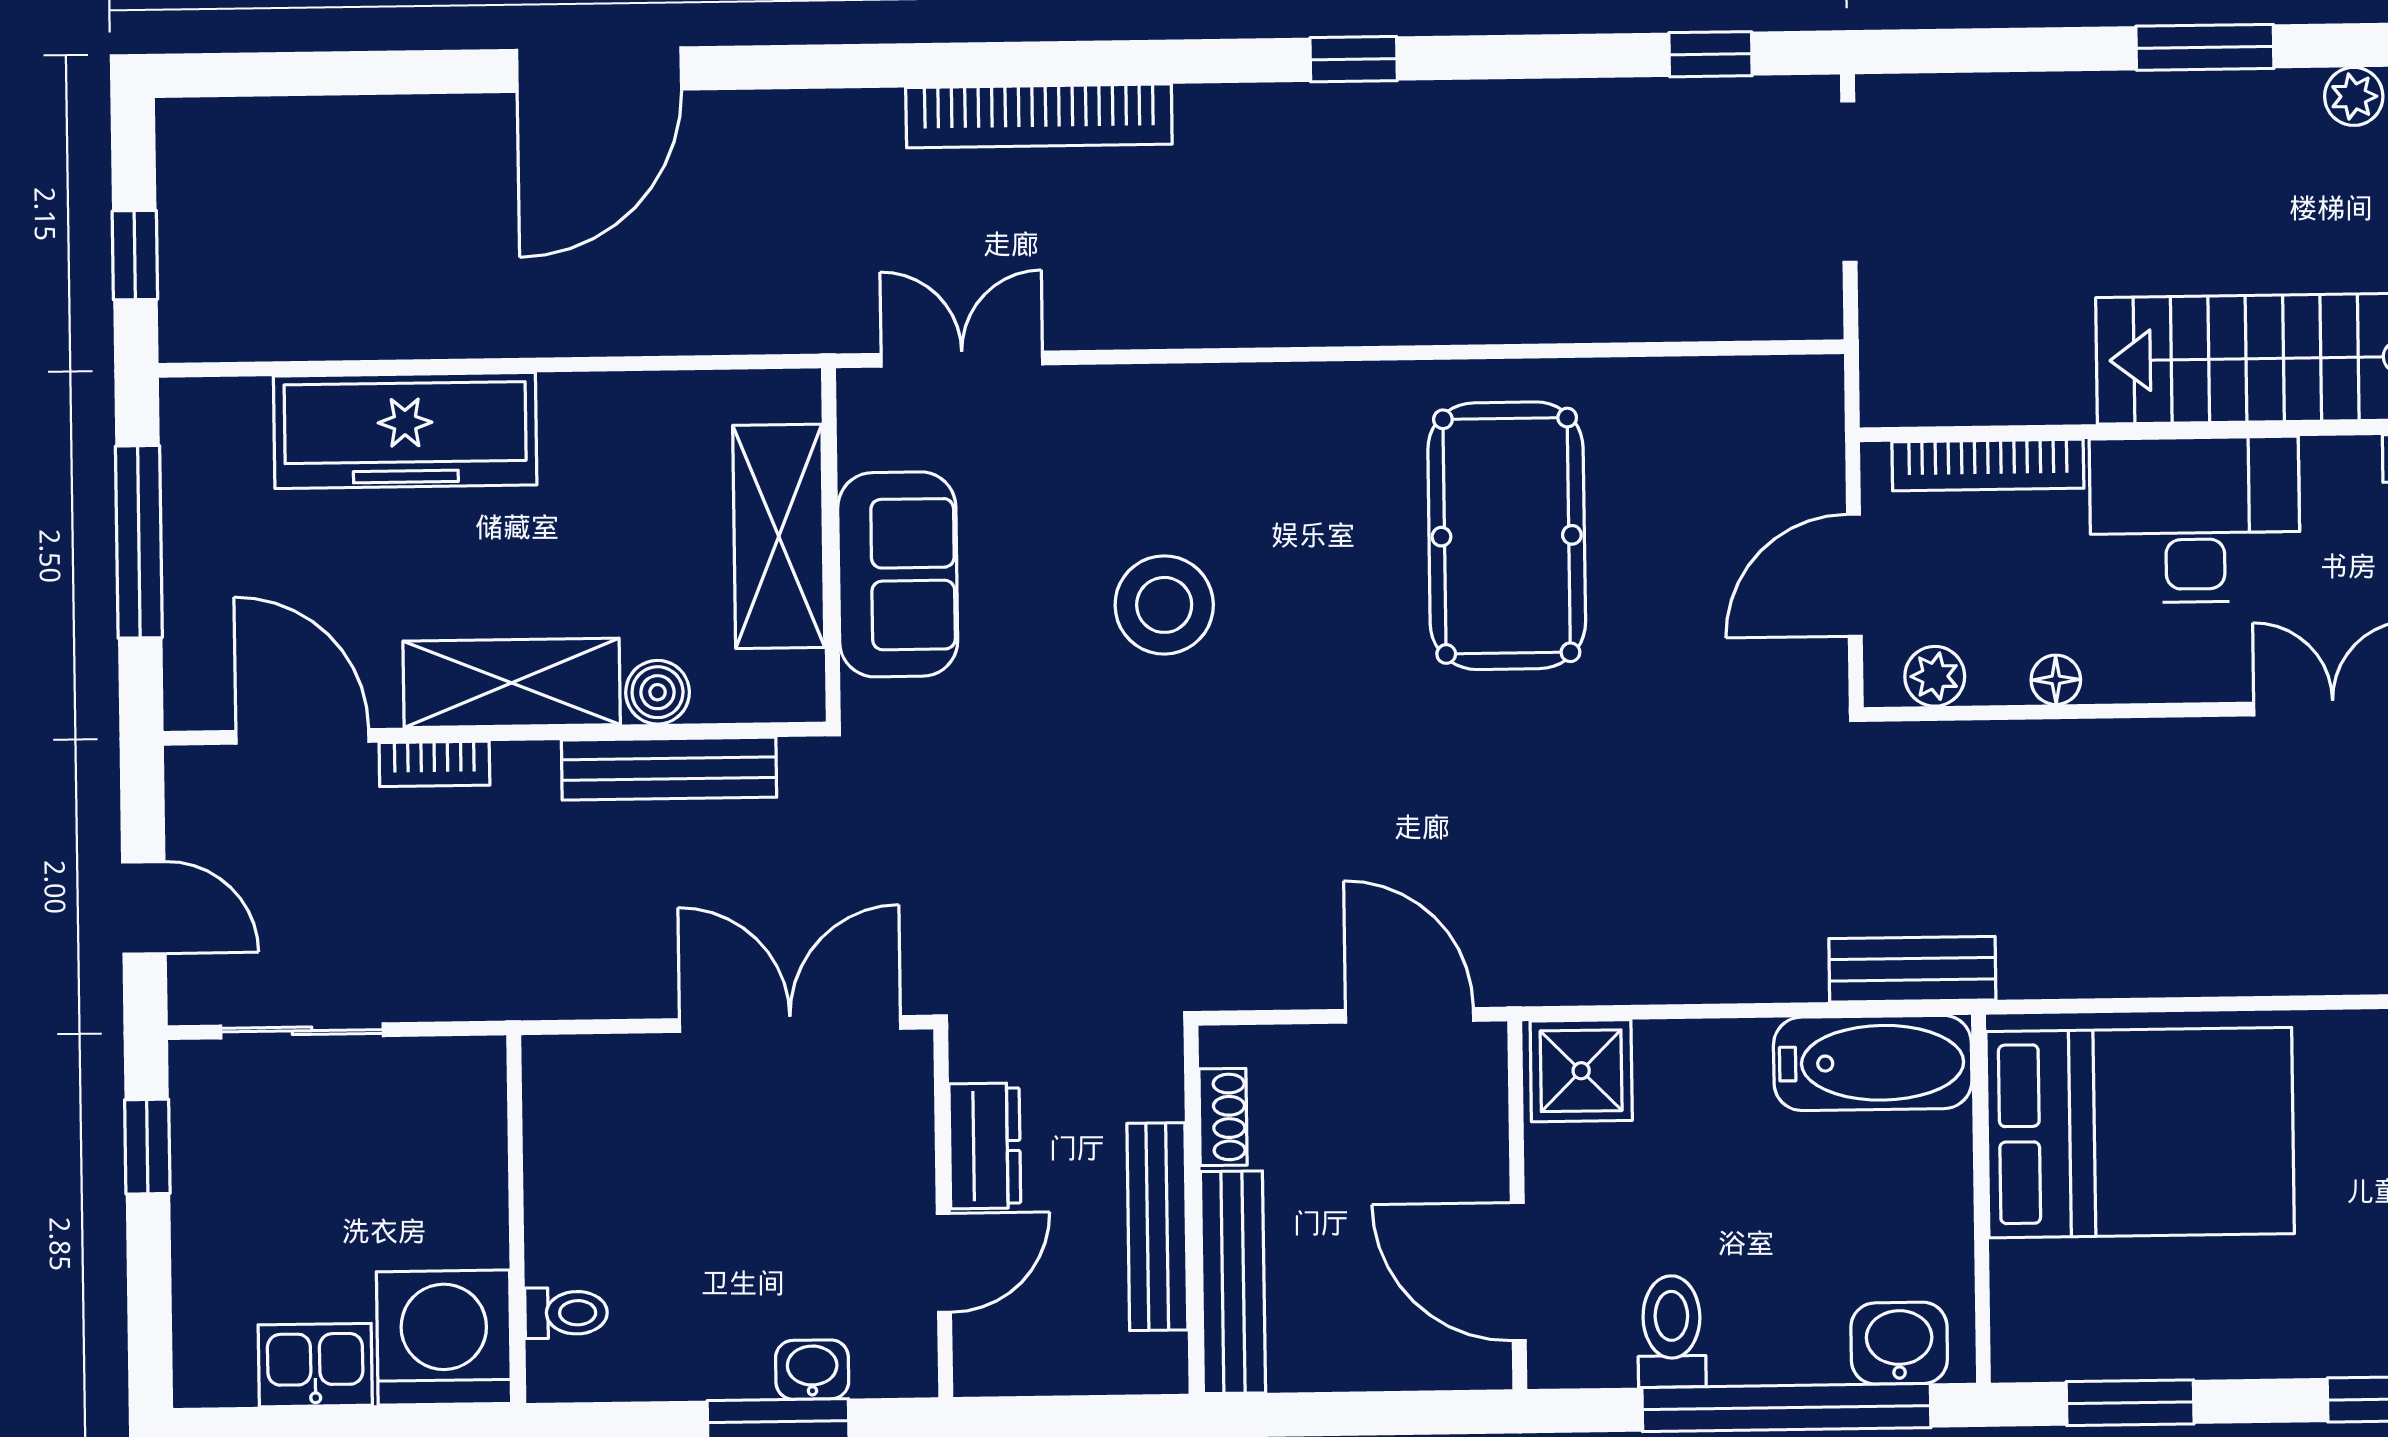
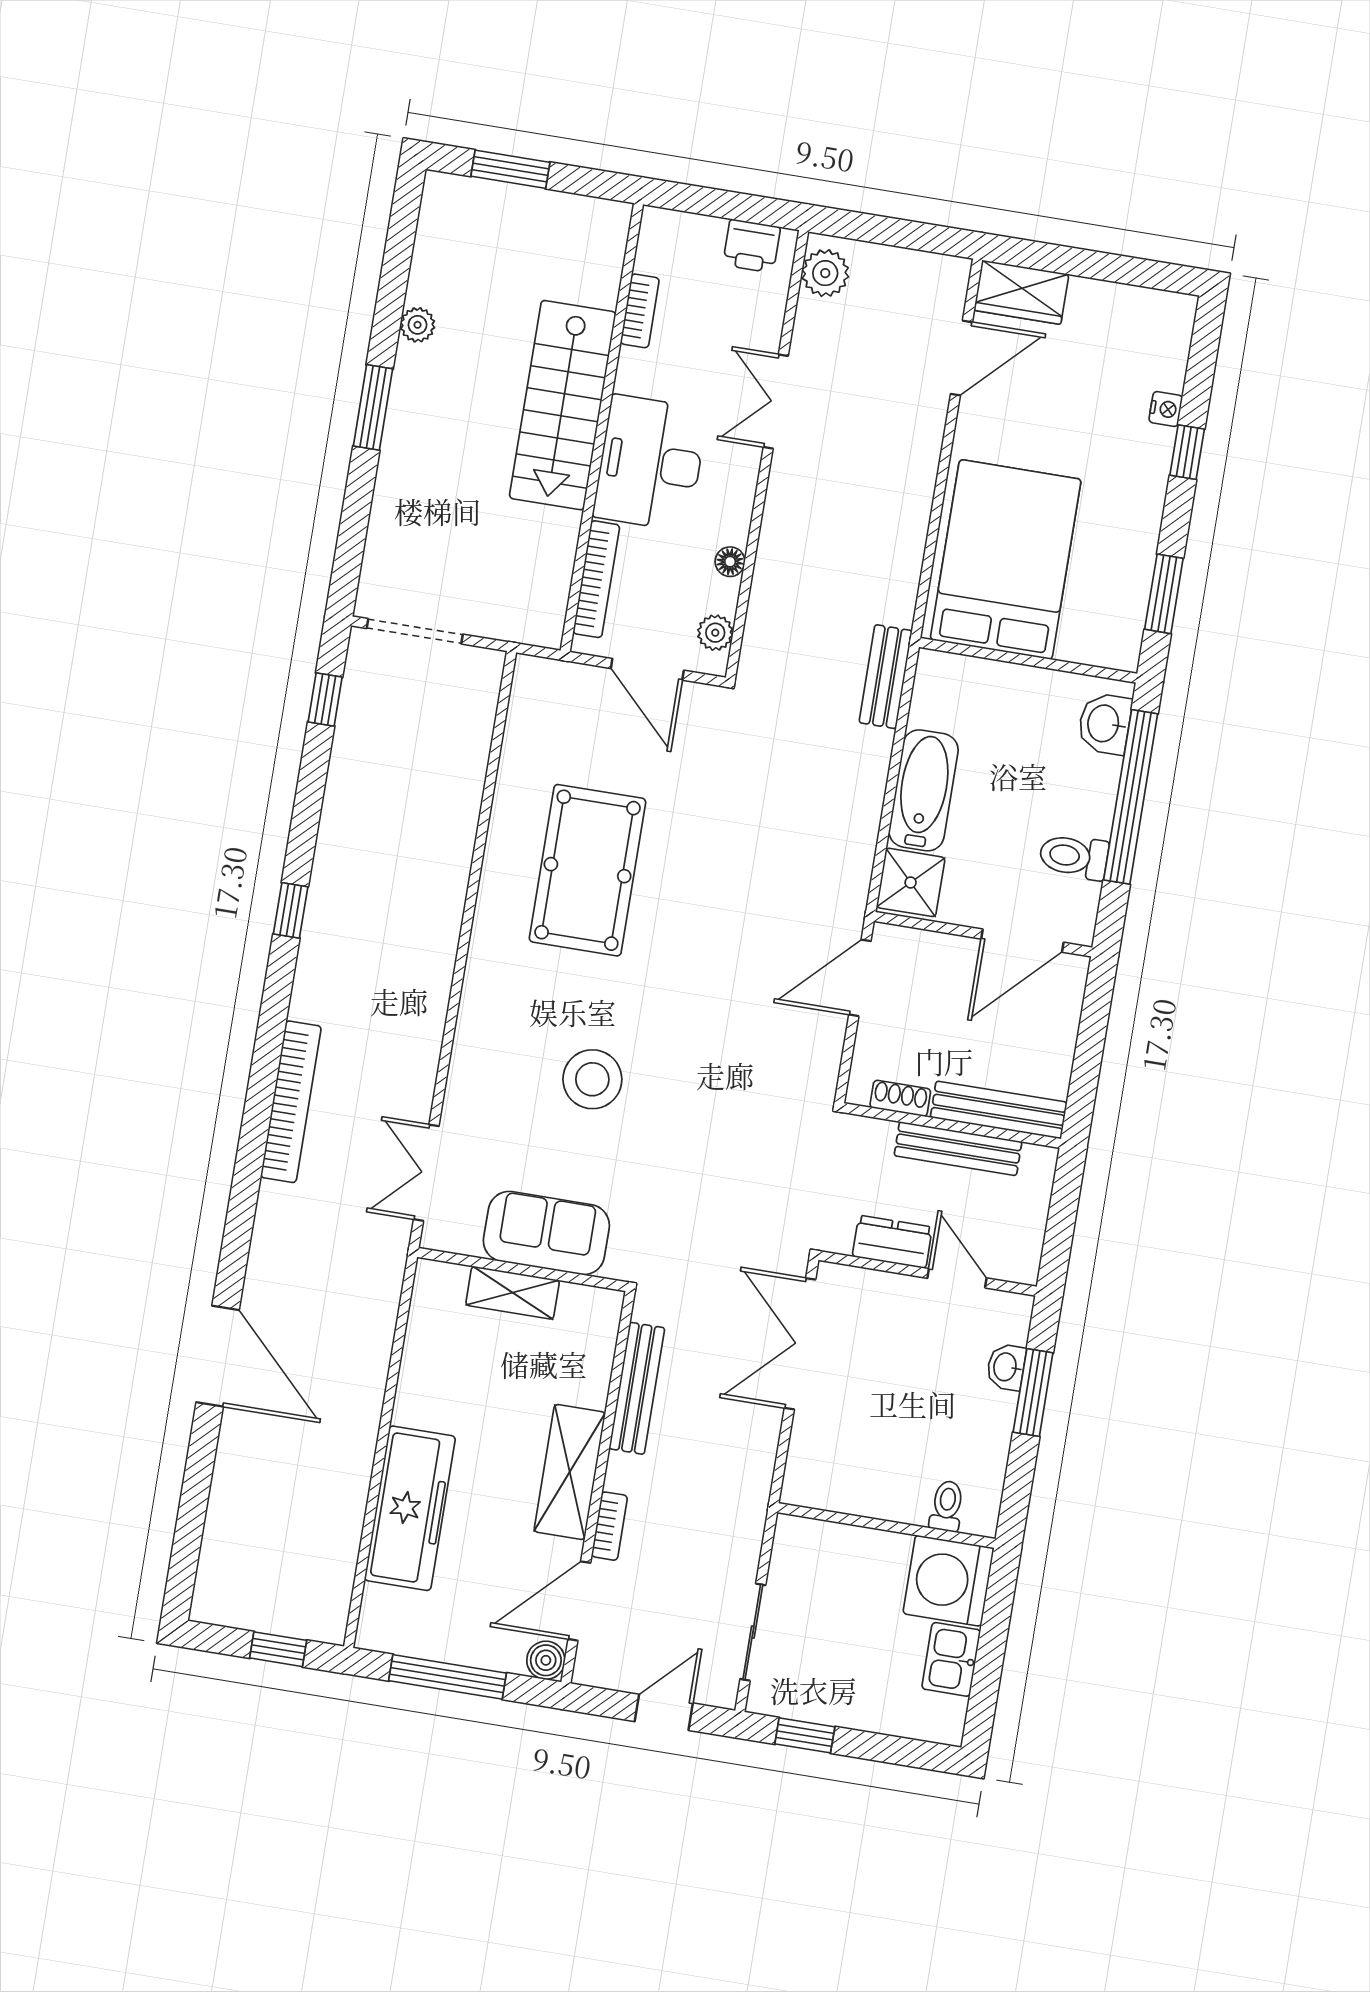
shelving: (779, 536) -> (513, 1293), width x0.67, depth x0.75
pool table: (1507, 536) -> (588, 870), turned 90
boiler: (658, 692) -> (546, 1660), moved
bathtub: (1873, 1063) -> (923, 790), moved

